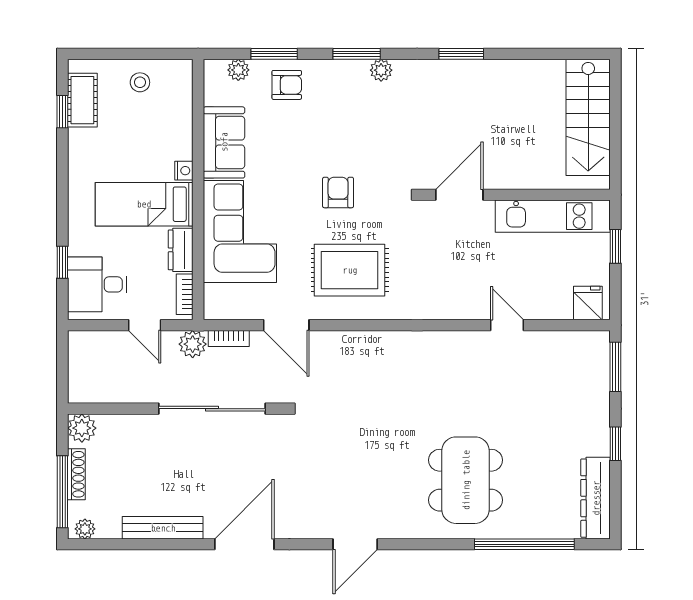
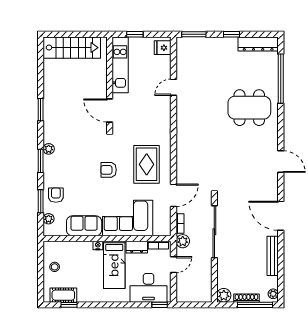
window: (62, 262) -> (160, 305), moved
desk: (97, 284) -> (149, 288), width x1.37

